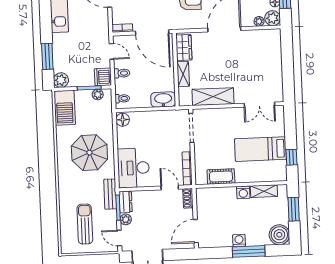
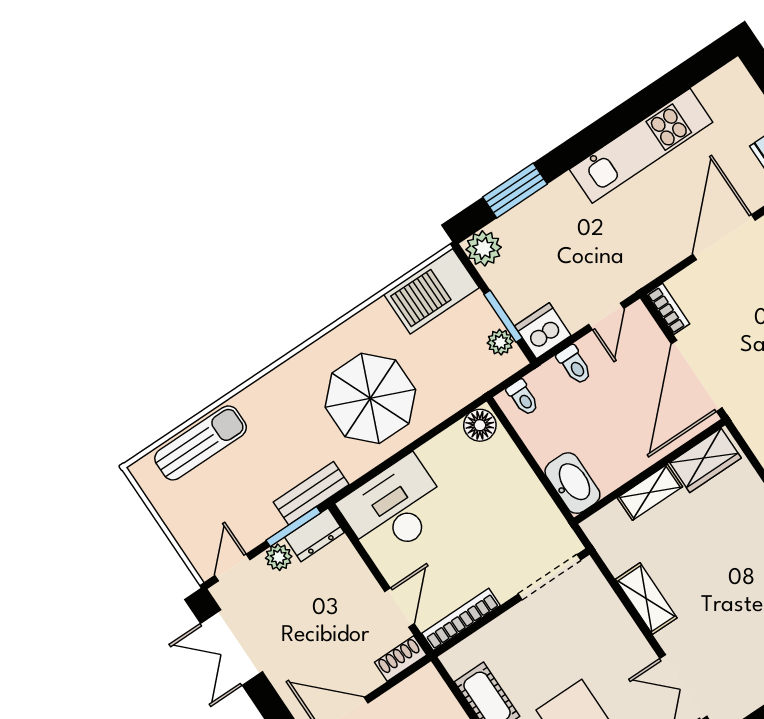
shelving: (213, 97) -> (646, 599), width x0.67, depth x0.75
sun lounger: (85, 224) -> (201, 443), moved

